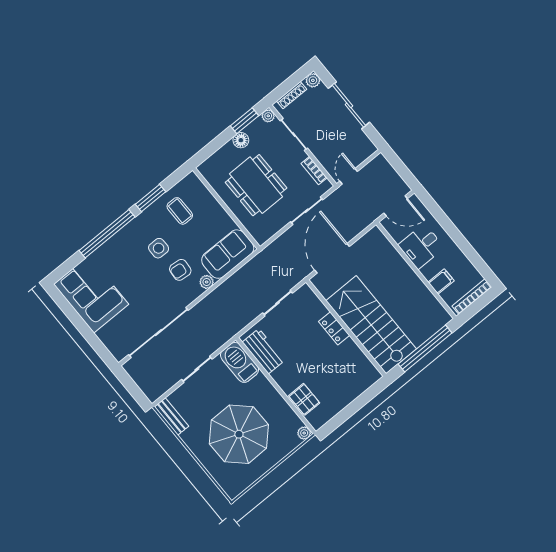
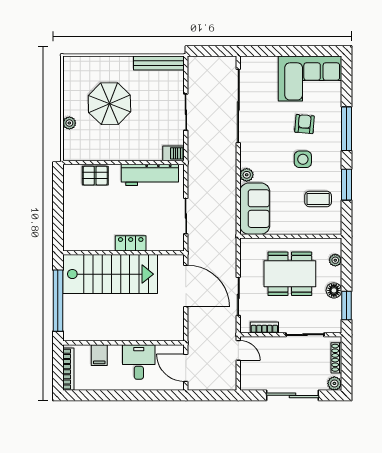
plant: (268, 116) -> (335, 260), moved
door: (396, 206) -> (186, 368), hinge flipped
window: (107, 234) -> (346, 129), width x0.68
armchair: (180, 270) -> (304, 124), moved
workbench: (264, 351) -> (150, 175), width x1.38
barbecue: (240, 362) -> (174, 153), width x0.53, depth x0.65
bench: (171, 416) -> (159, 63), width x1.36
plant: (304, 433) -> (69, 123), moved
parasol: (239, 434) -> (109, 104), width x0.73, depth x0.73

